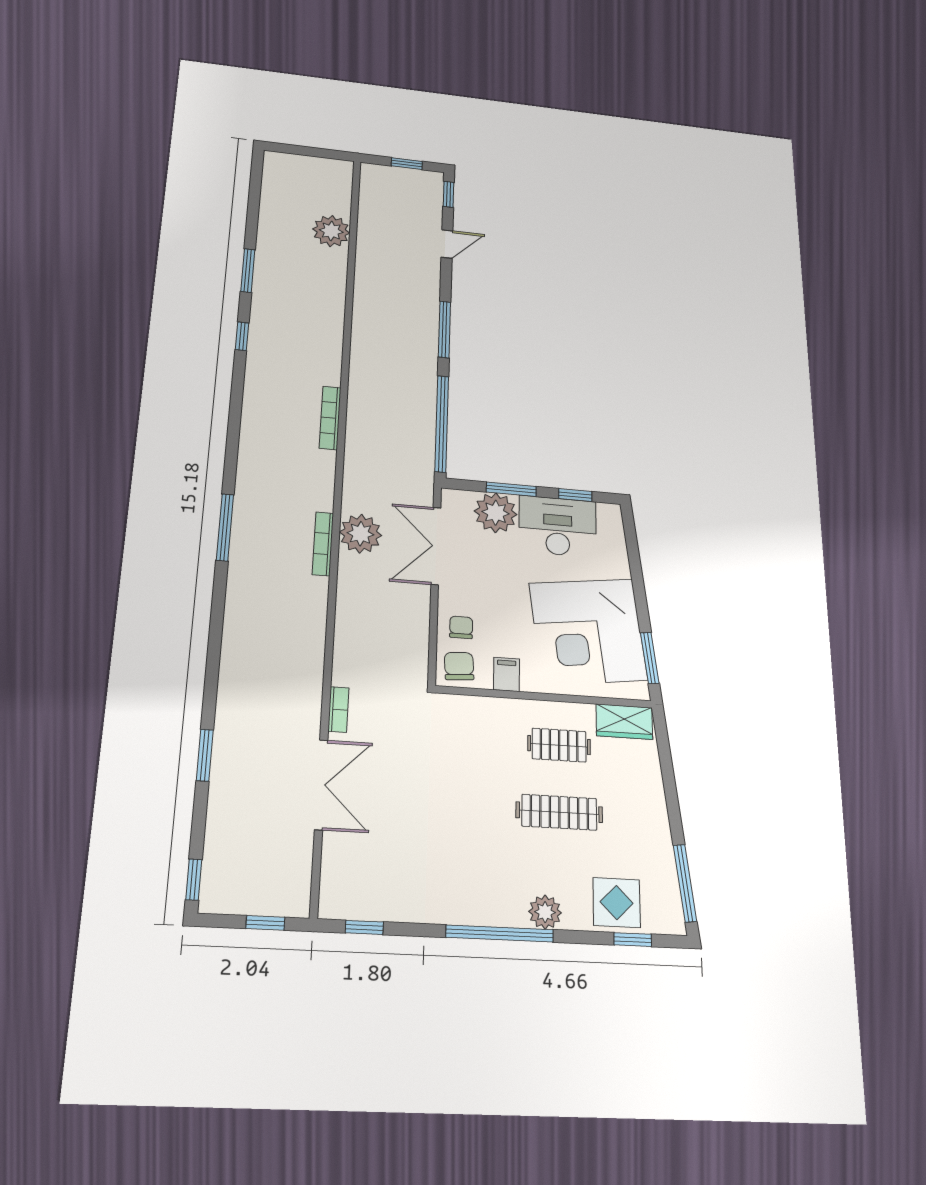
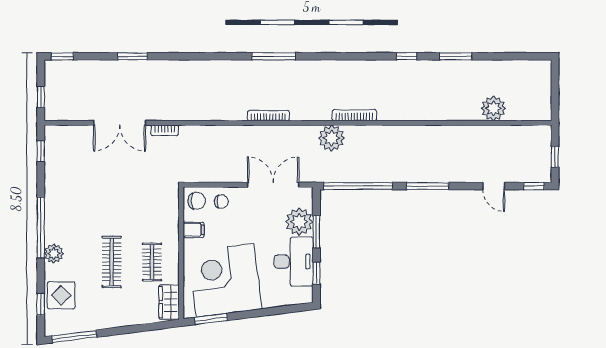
plant: (361, 534) -> (331, 138), moved

